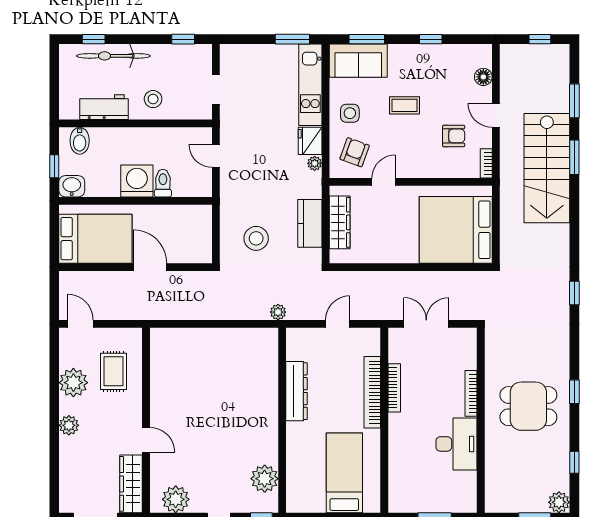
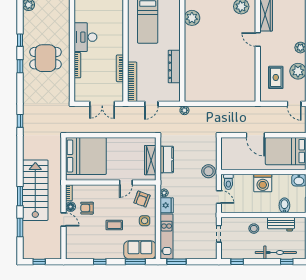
floor lamp: (483, 77) -> (71, 207), moved
bidet: (80, 141) -> (284, 205), moved
toilet: (163, 183) -> (228, 182), moved
stool: (256, 238) -> (208, 171), moved
bookcase: (372, 392) -> (132, 82), moved
window: (574, 462) -> (20, 40), moved

